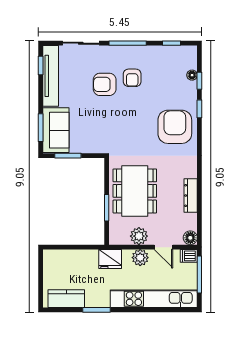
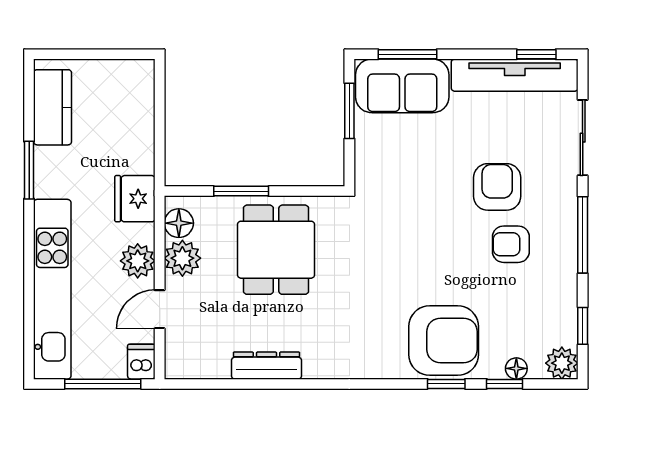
plant: (189, 53) -> (562, 363), added
armchair: (175, 127) -> (444, 341), moved
dining table: (135, 191) -> (276, 250), width x0.73
floor lamp: (190, 238) -> (179, 223), moved

